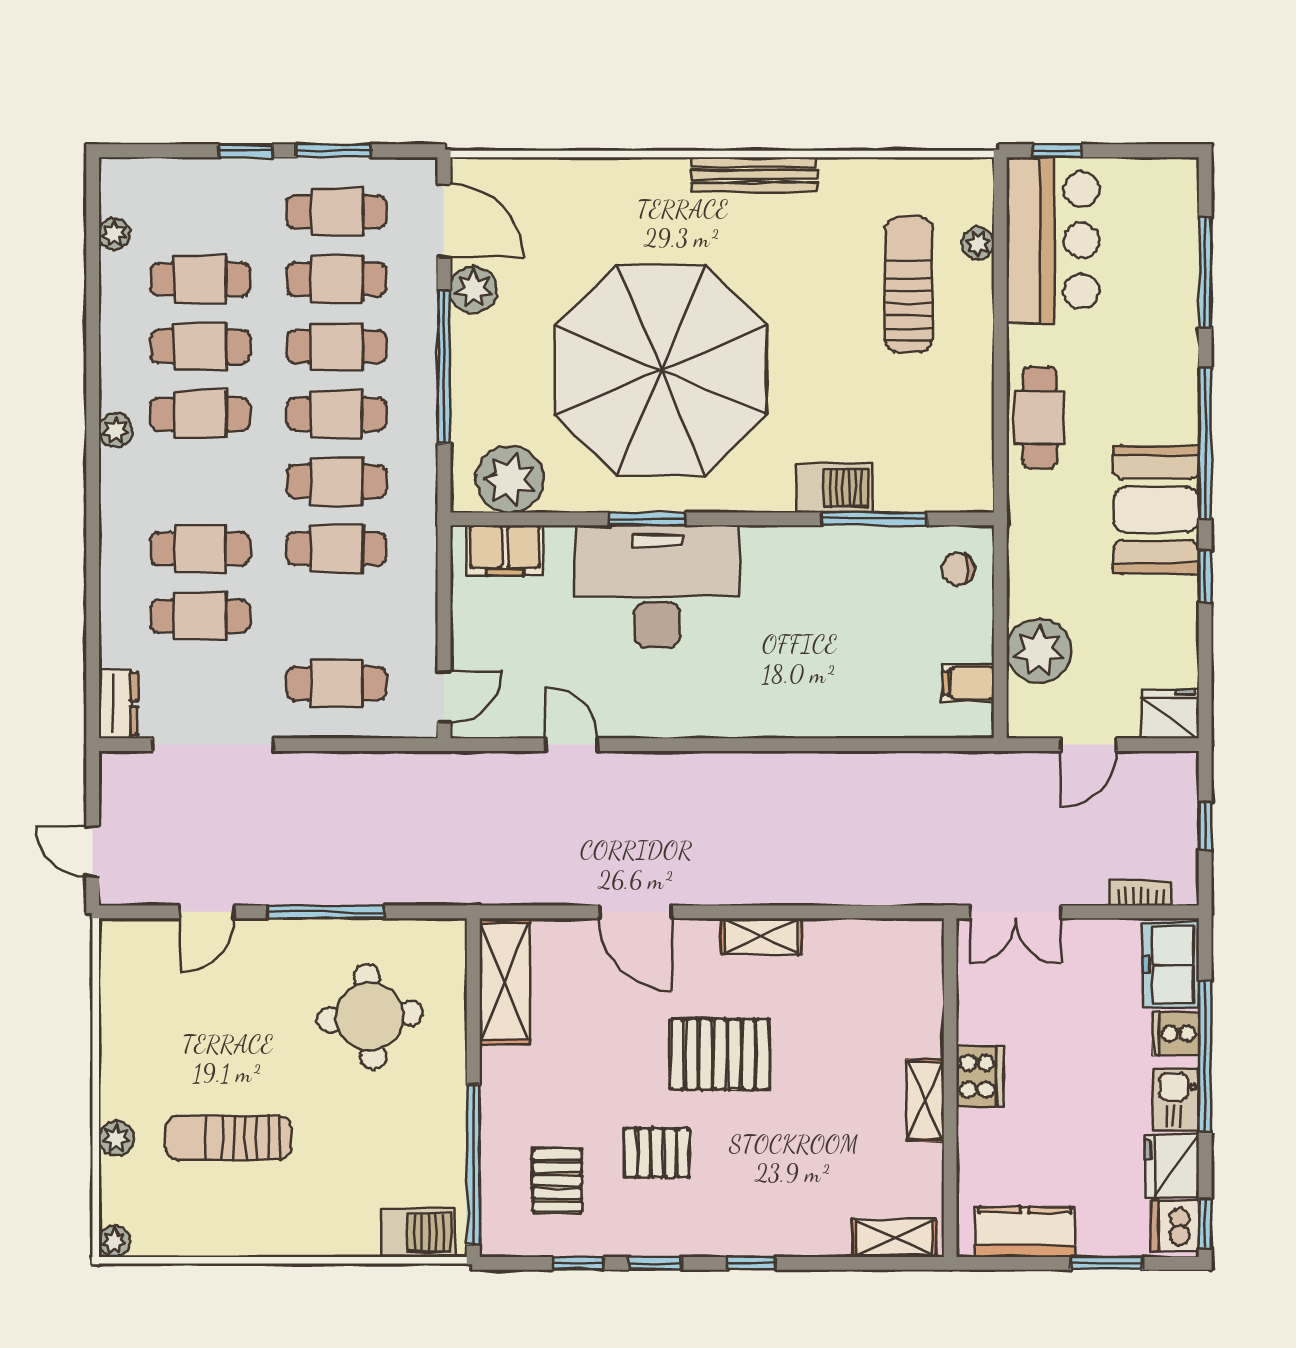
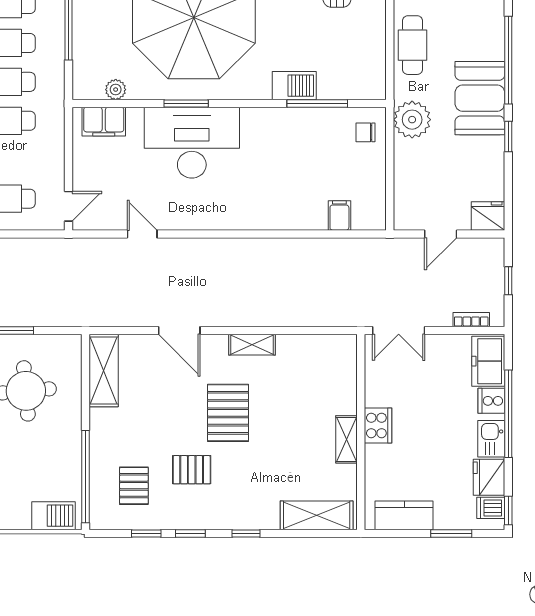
plant: (510, 479) -> (116, 90), width x0.53, depth x0.53
plant: (1039, 651) -> (412, 120), moved
filing cabinet: (968, 683) -> (339, 215), moved, turned 90
pallet: (720, 1054) -> (228, 413), turned 90
dishwasher: (1175, 1226) -> (491, 508), width x0.73
shelving: (894, 1238) -> (317, 515), width x1.50, depth x1.33

